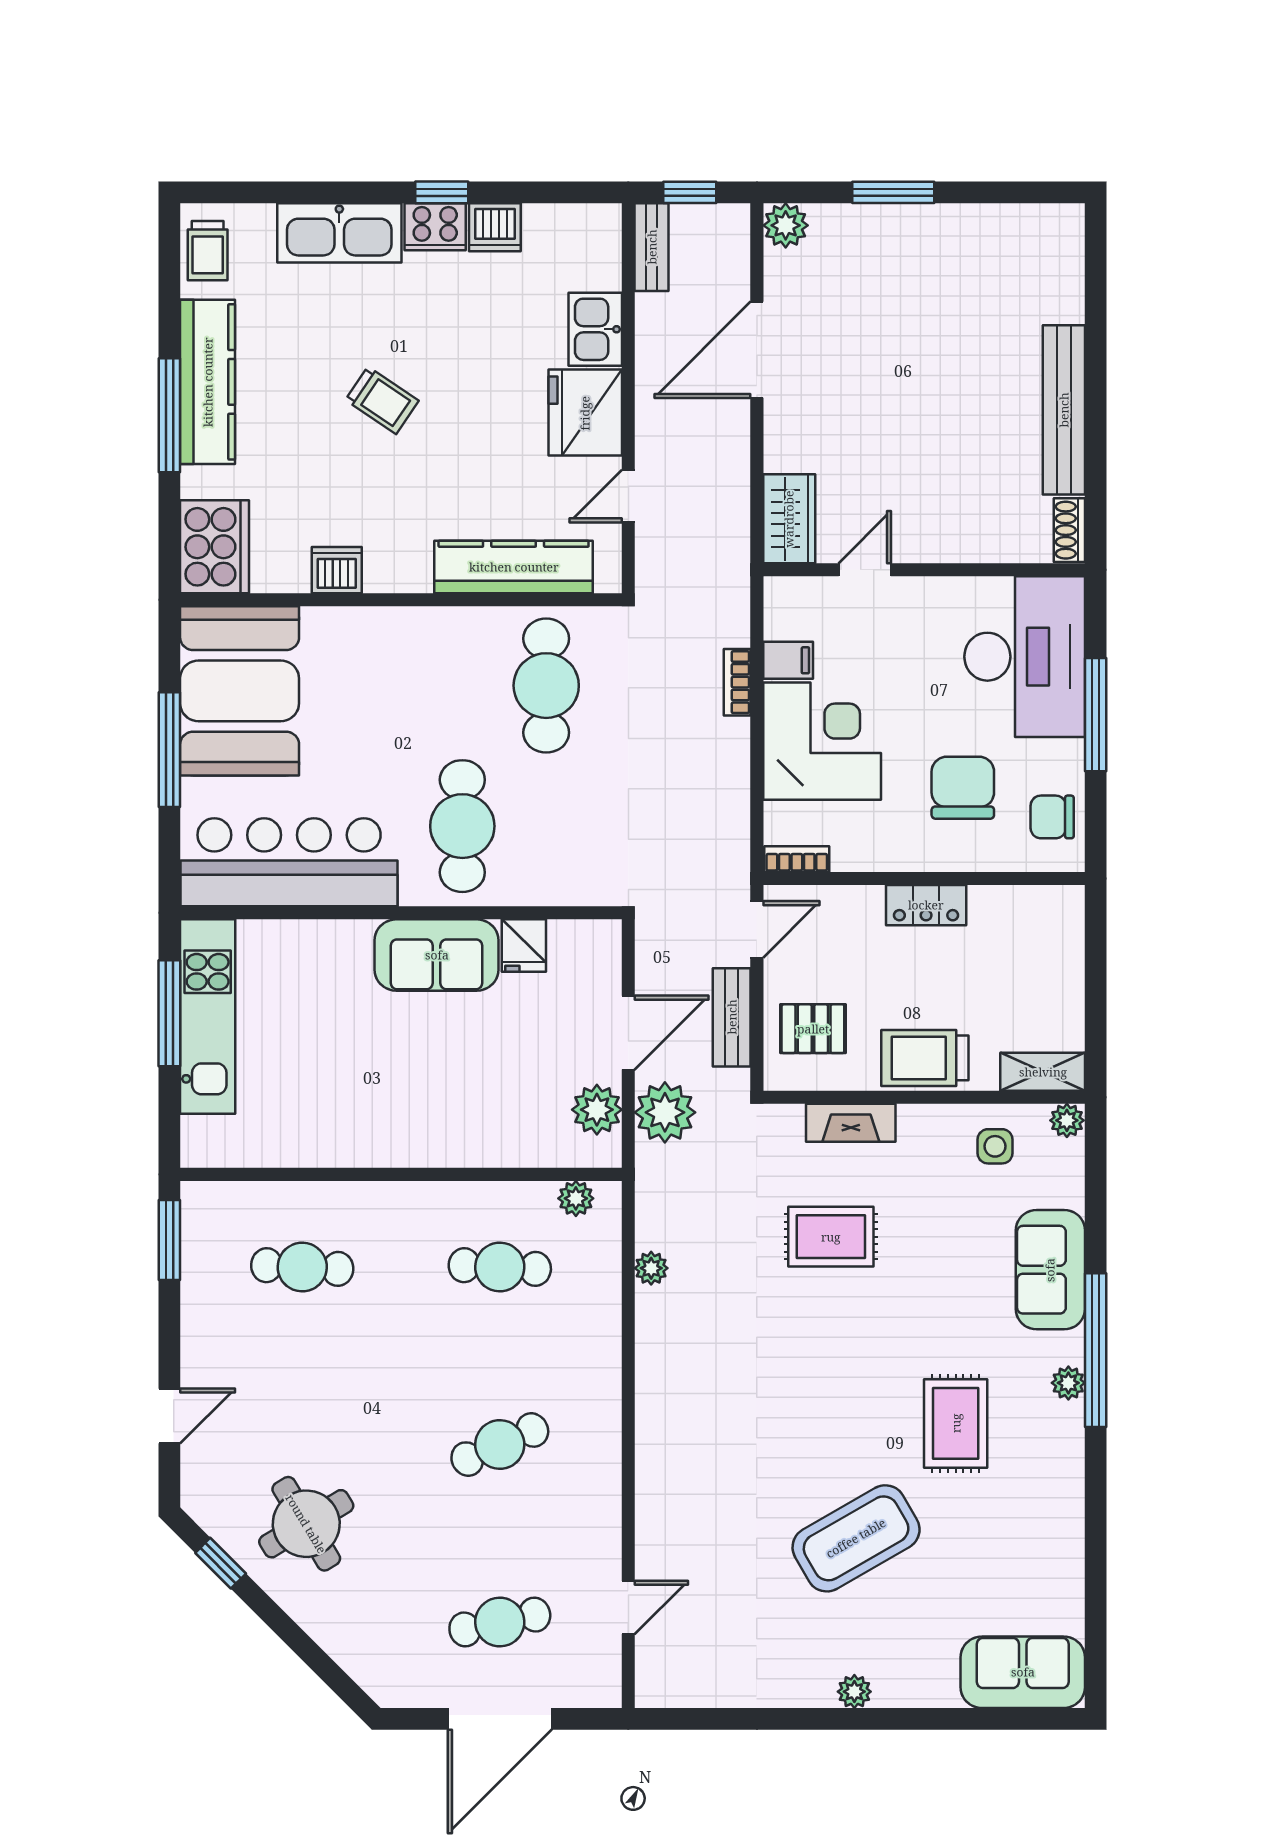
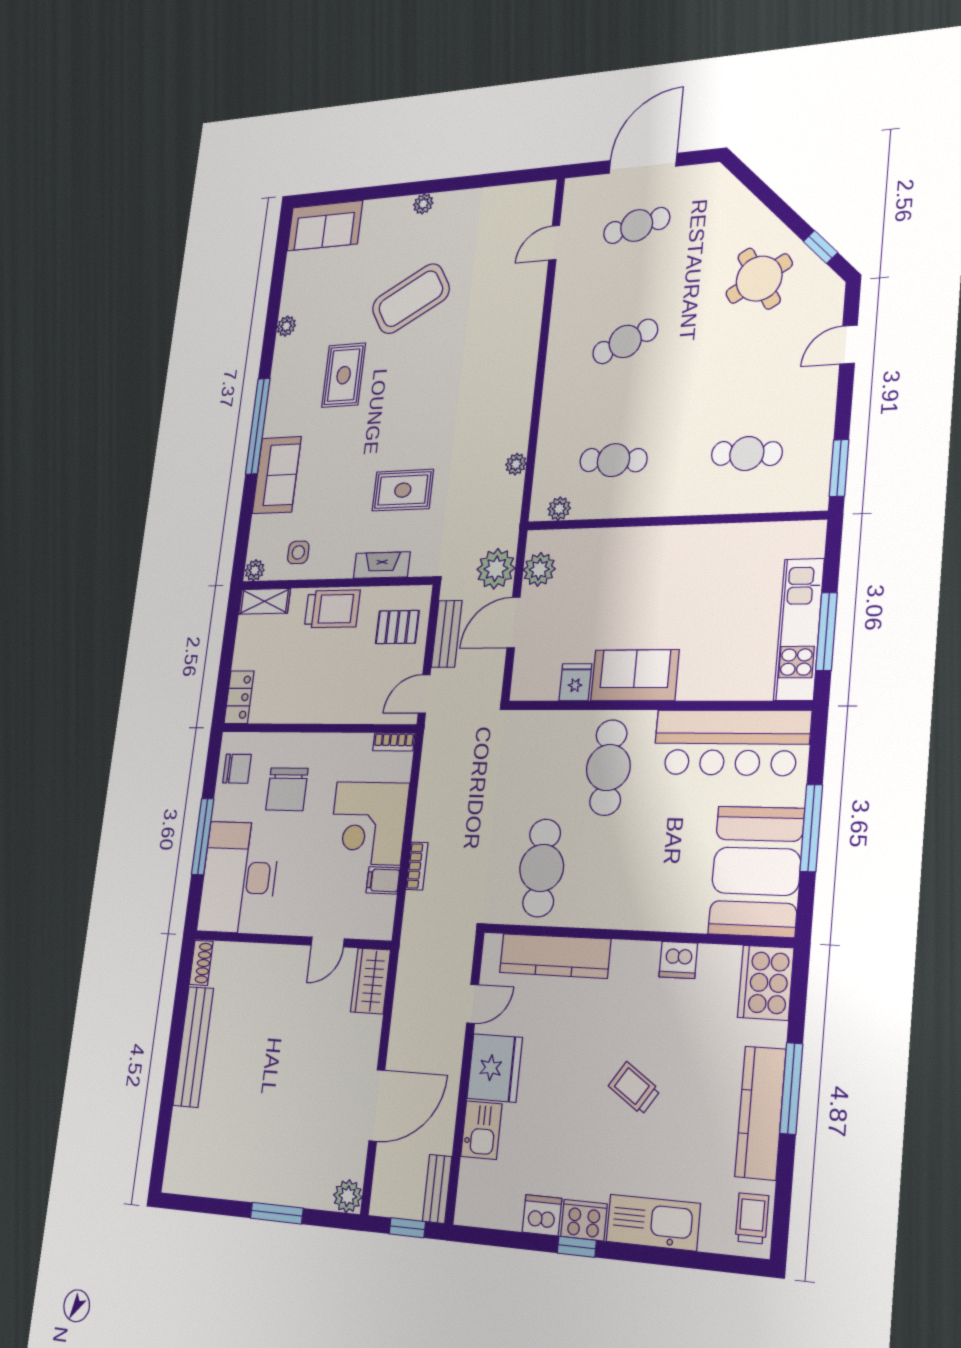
locker: (926, 905) -> (239, 697), moved, turned 90
plant: (1068, 1383) -> (286, 326), moved

